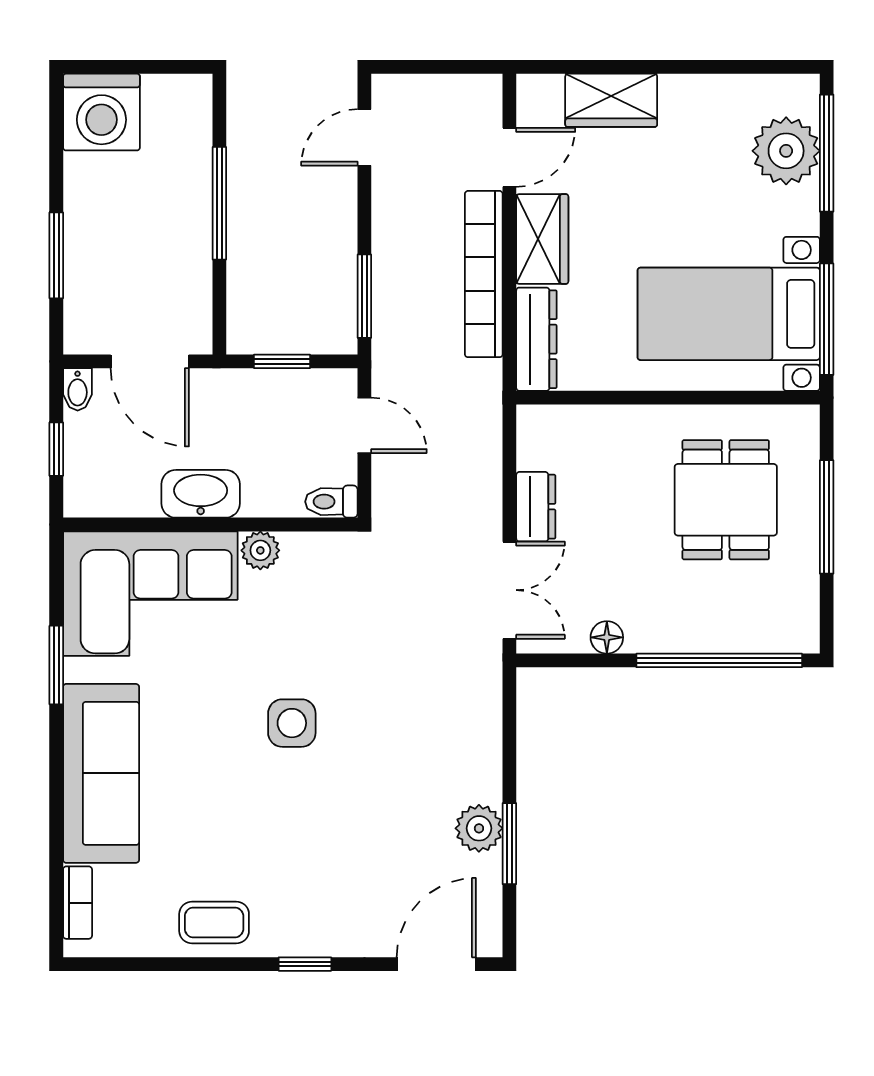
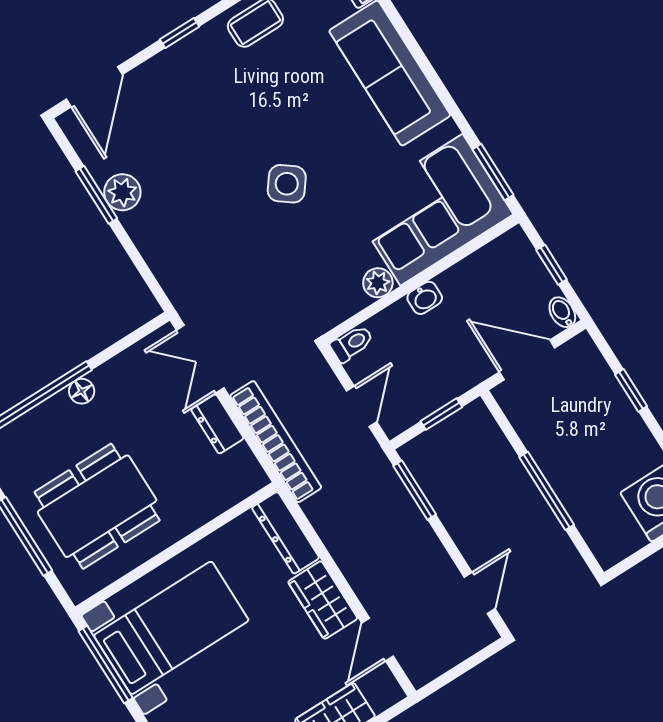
window: (56, 255) -> (631, 390), width x0.67
bookcase: (484, 274) -> (276, 442), moved
door: (364, 425) -> (362, 406), swing flipped
washbasin: (201, 494) -> (425, 298), width x0.52, depth x0.69
dining table: (726, 500) -> (97, 506), width x1.37
floor lamp: (607, 637) -> (82, 391), moved
window: (56, 665) -> (493, 172), moved
side table: (292, 723) -> (287, 184), turned 37

